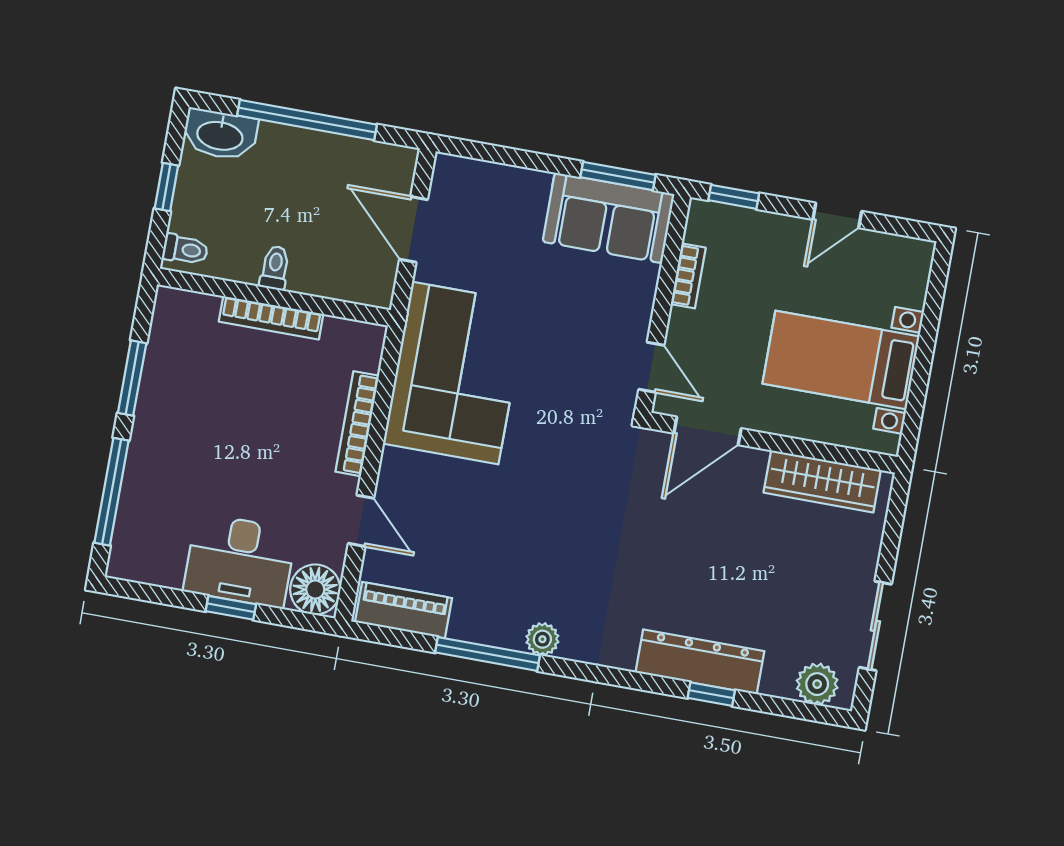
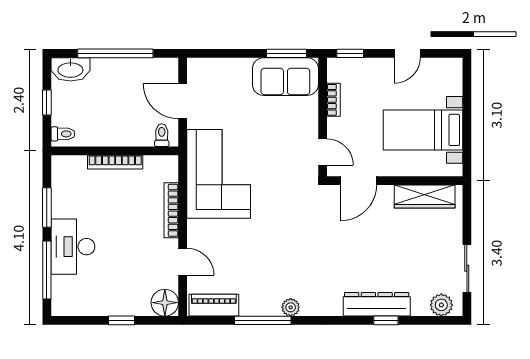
toilet: (275, 268) -> (162, 135), moved
desk: (240, 561) -> (73, 247), moved, turned 90

